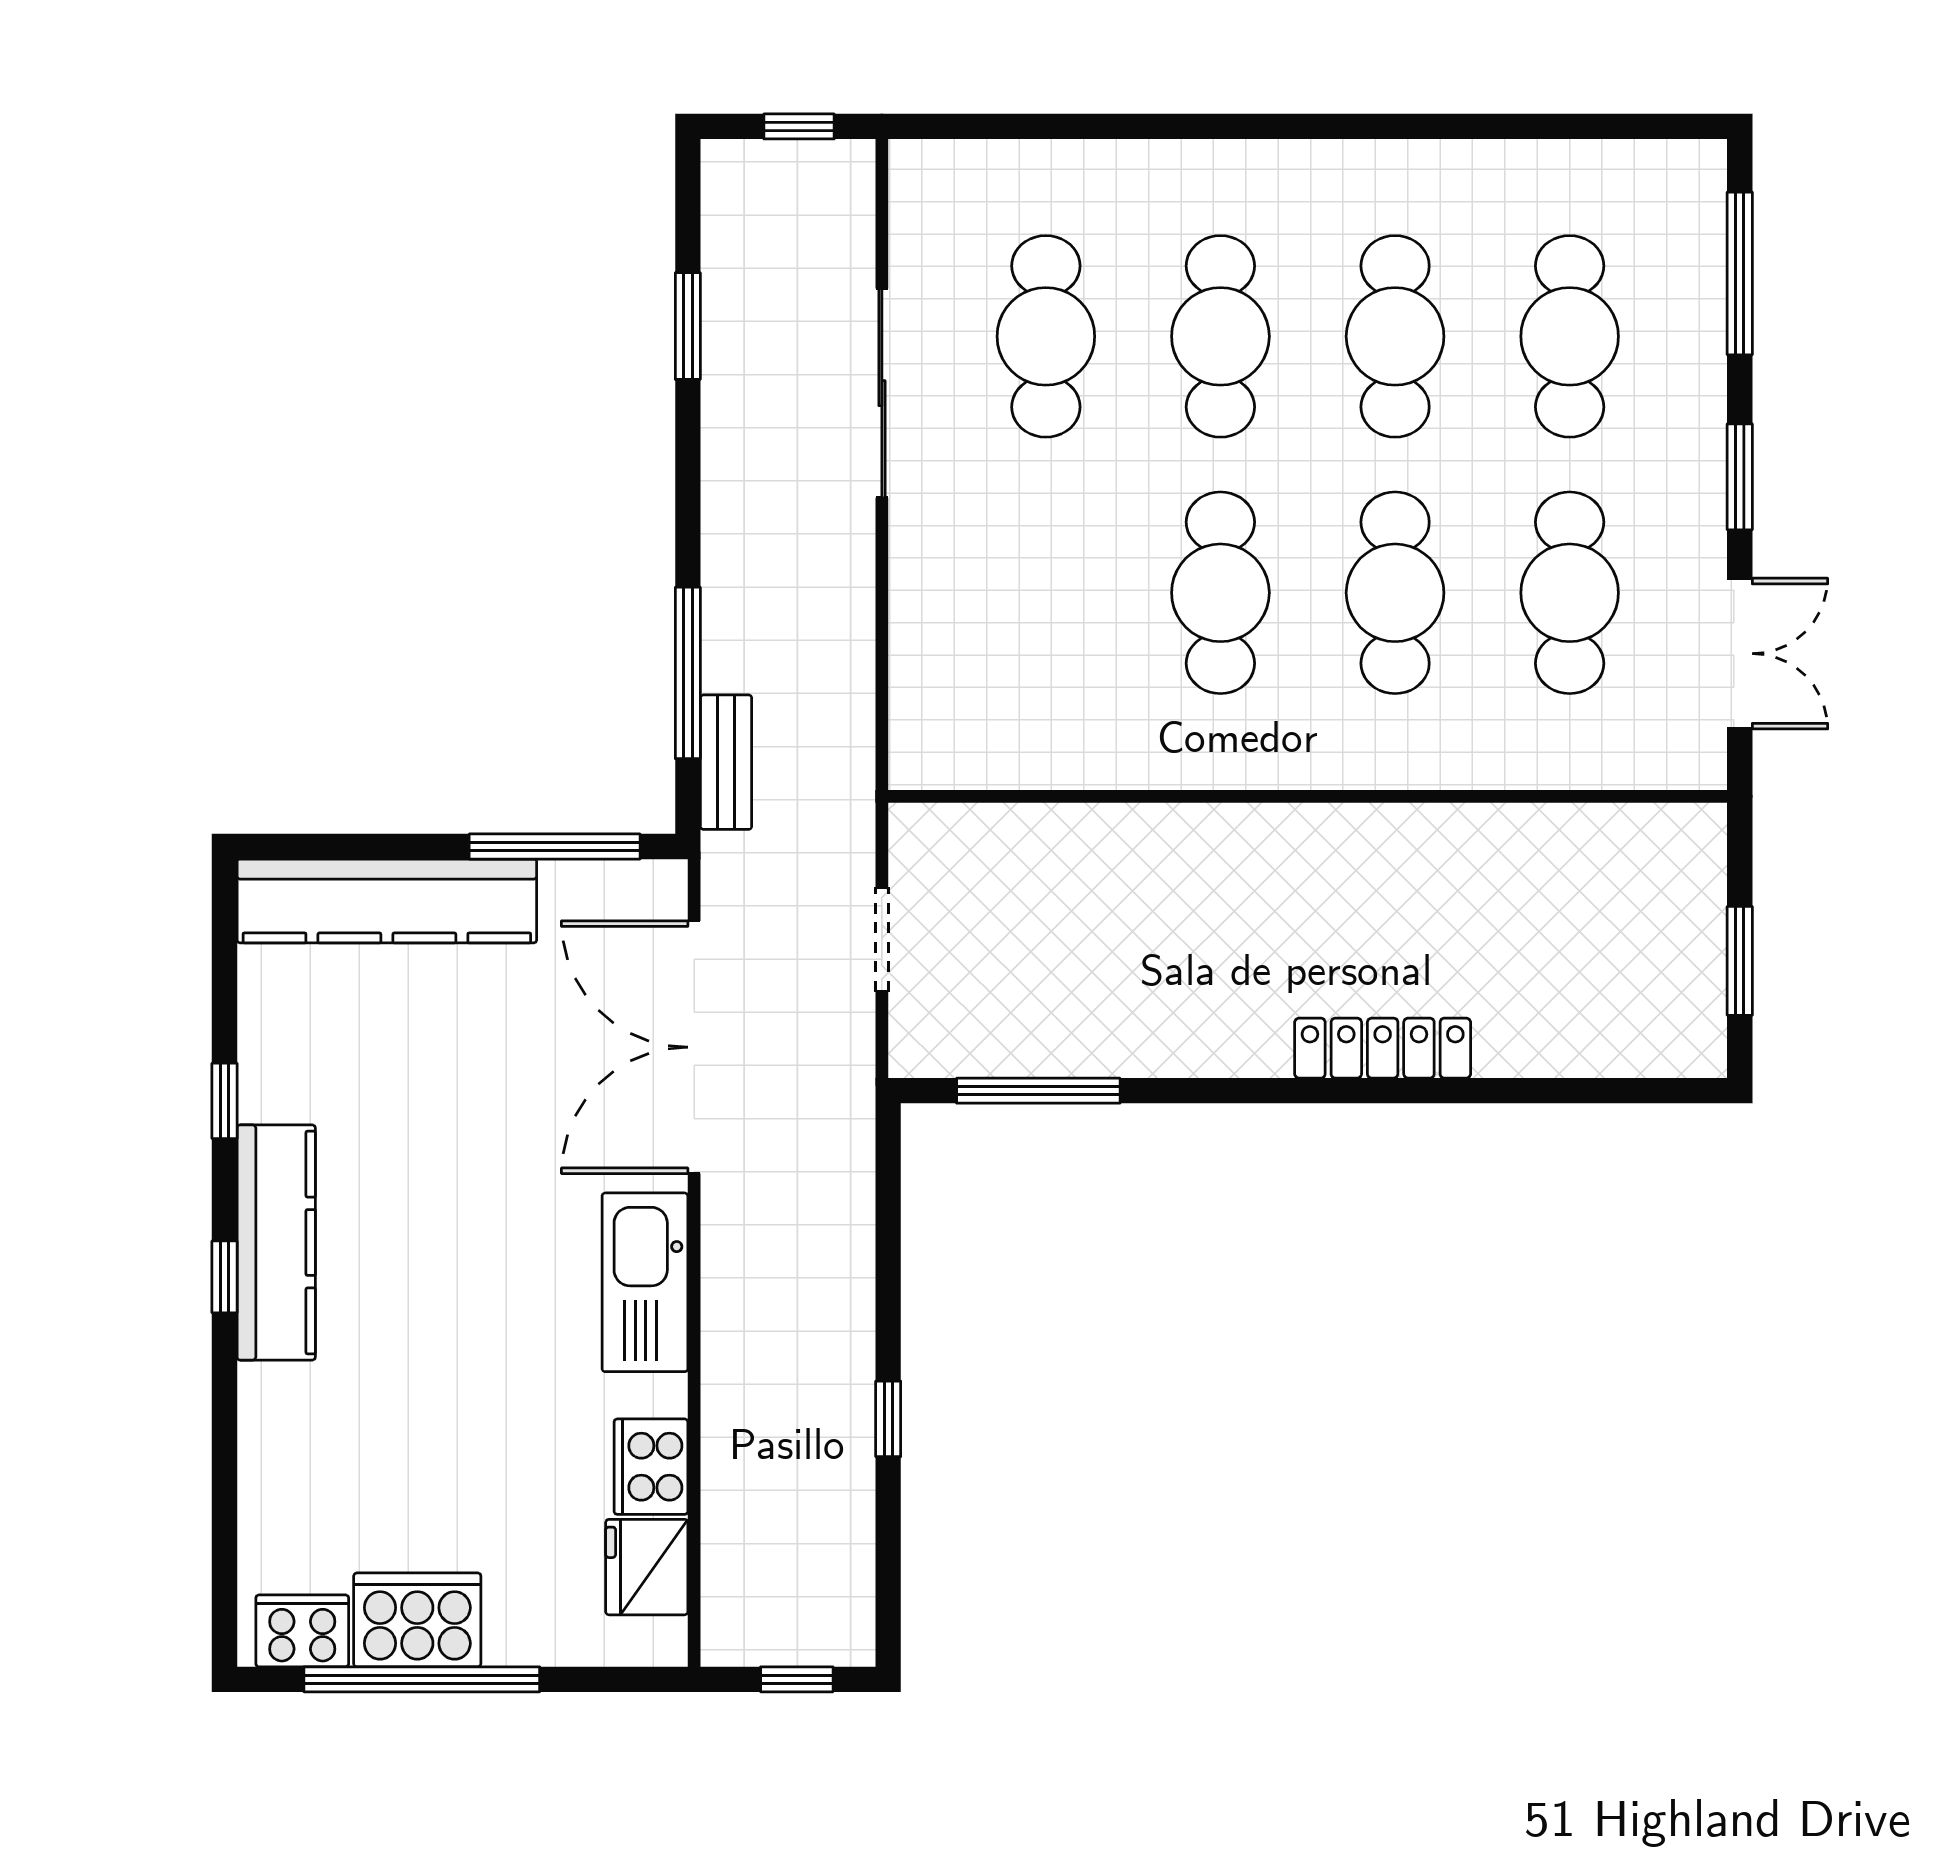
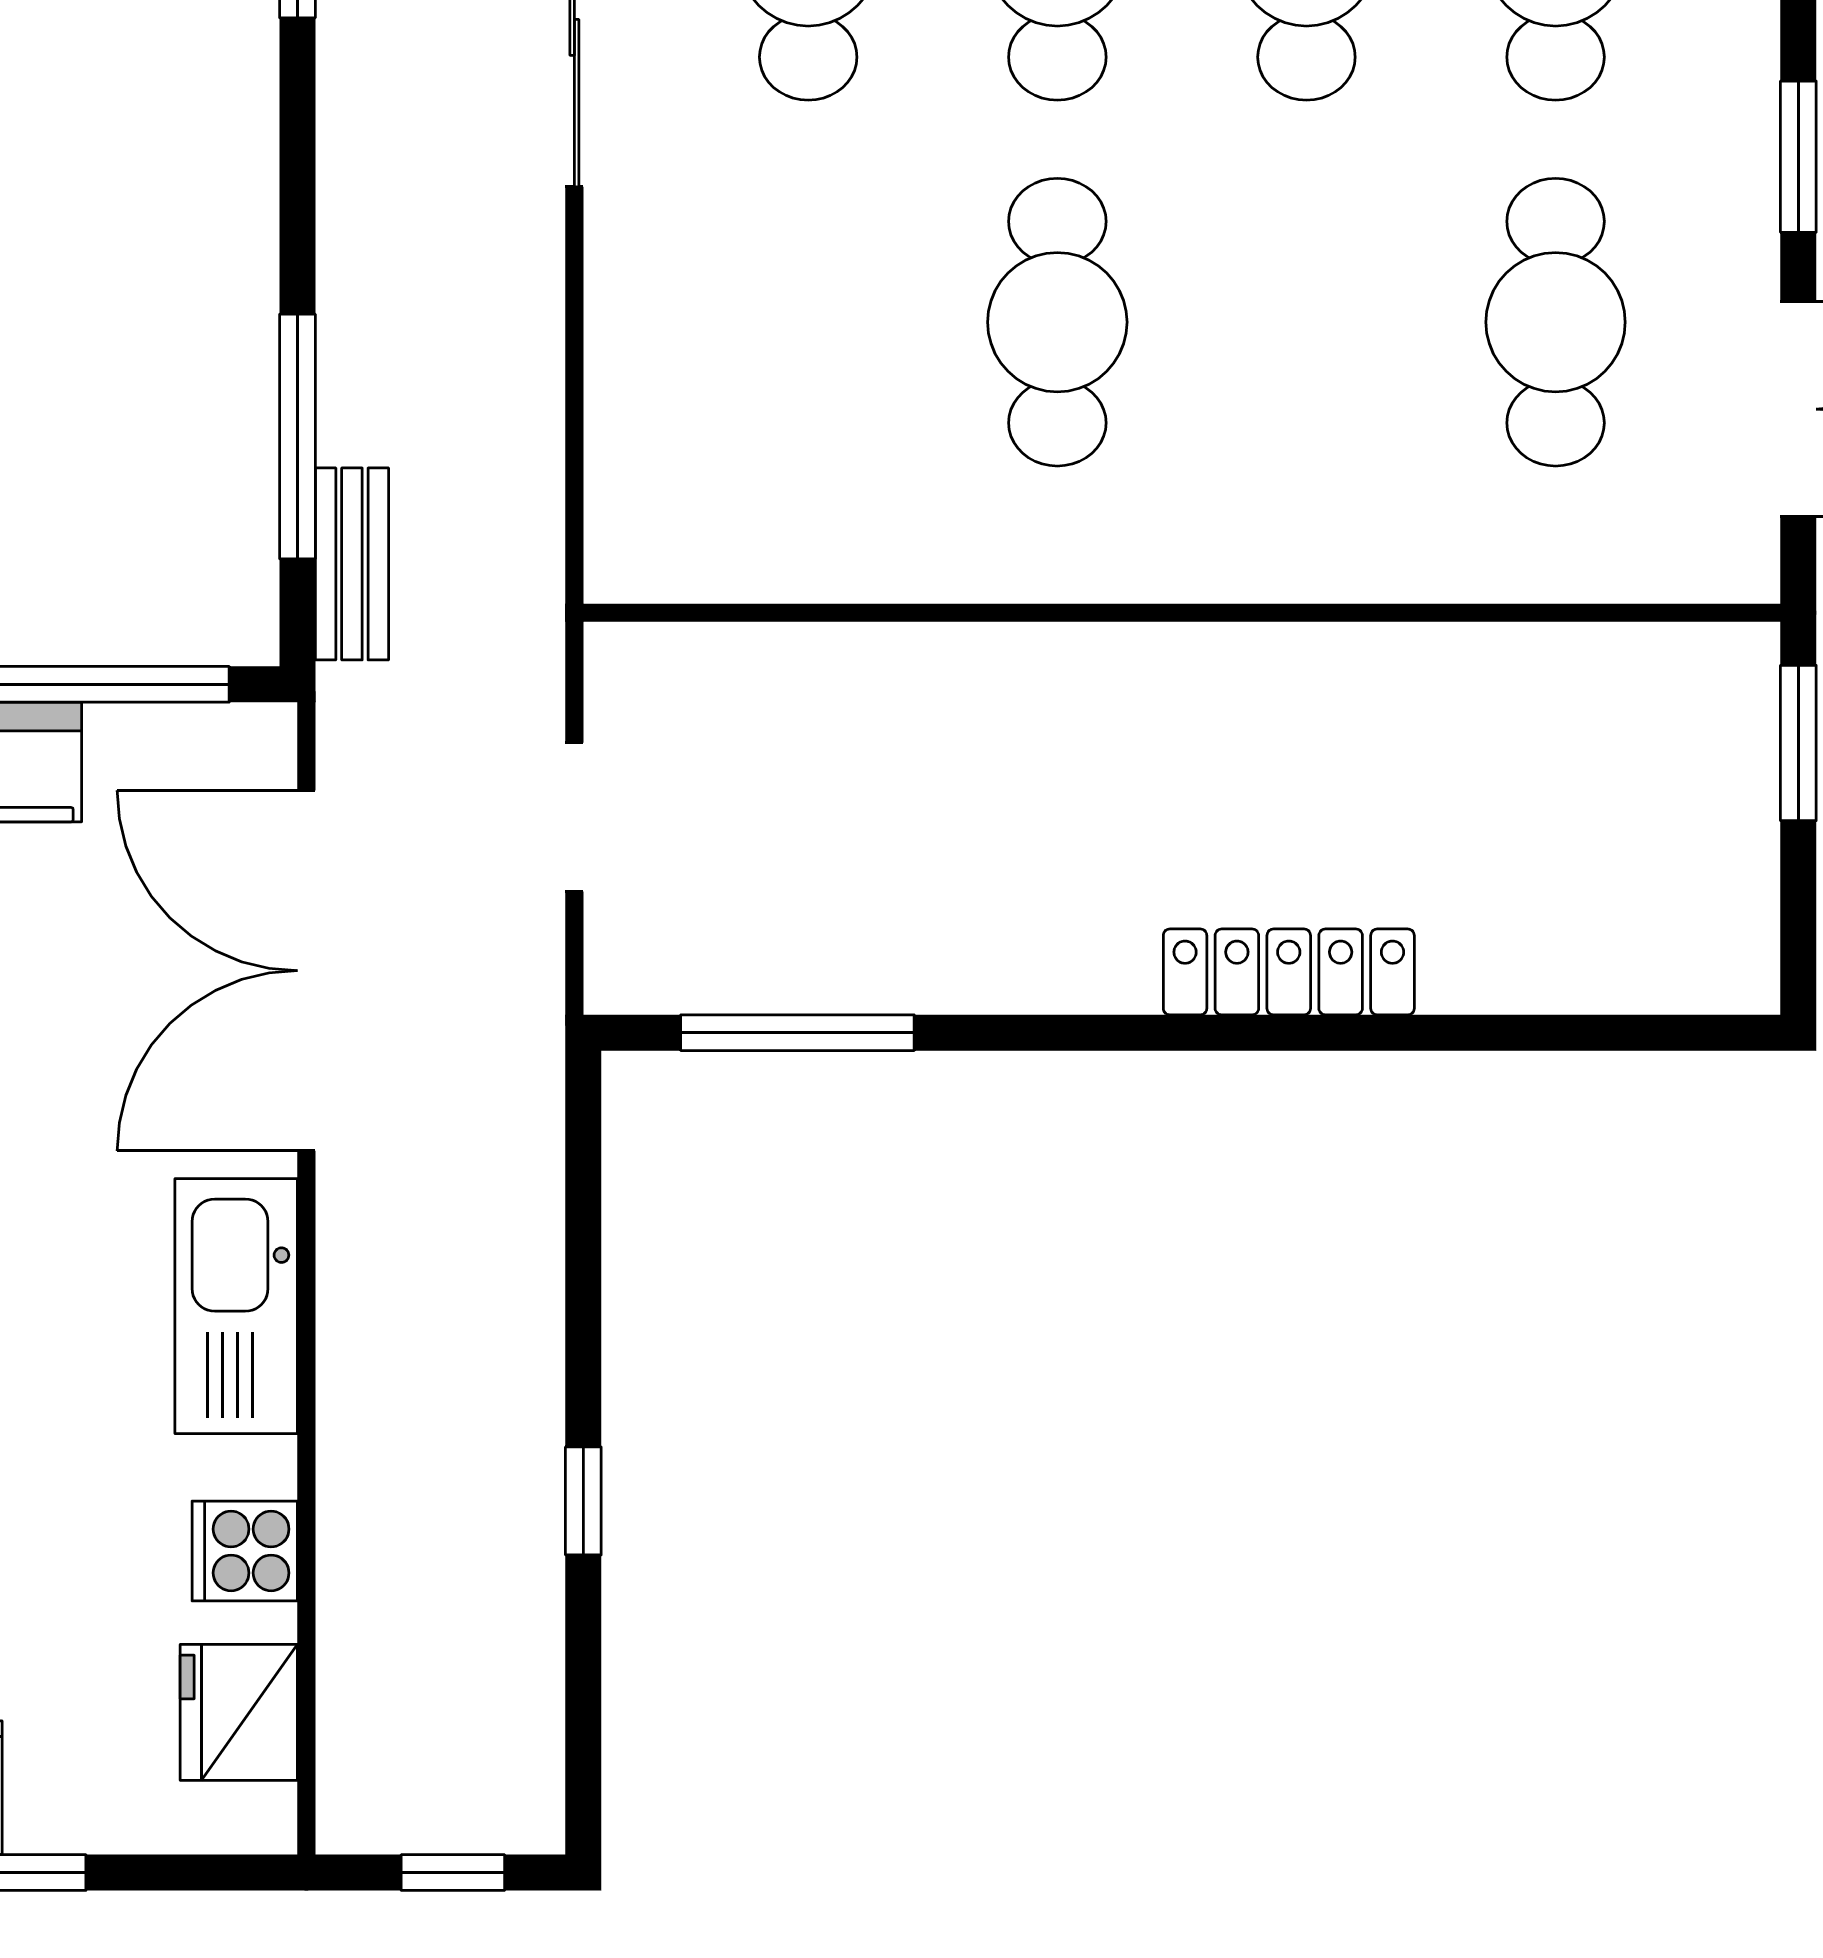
cafe table: (1395, 593) -> (1306, 322), removed
window: (1740, 961) -> (1798, 743), moved
cooker: (651, 1467) -> (245, 1551), width x0.73

